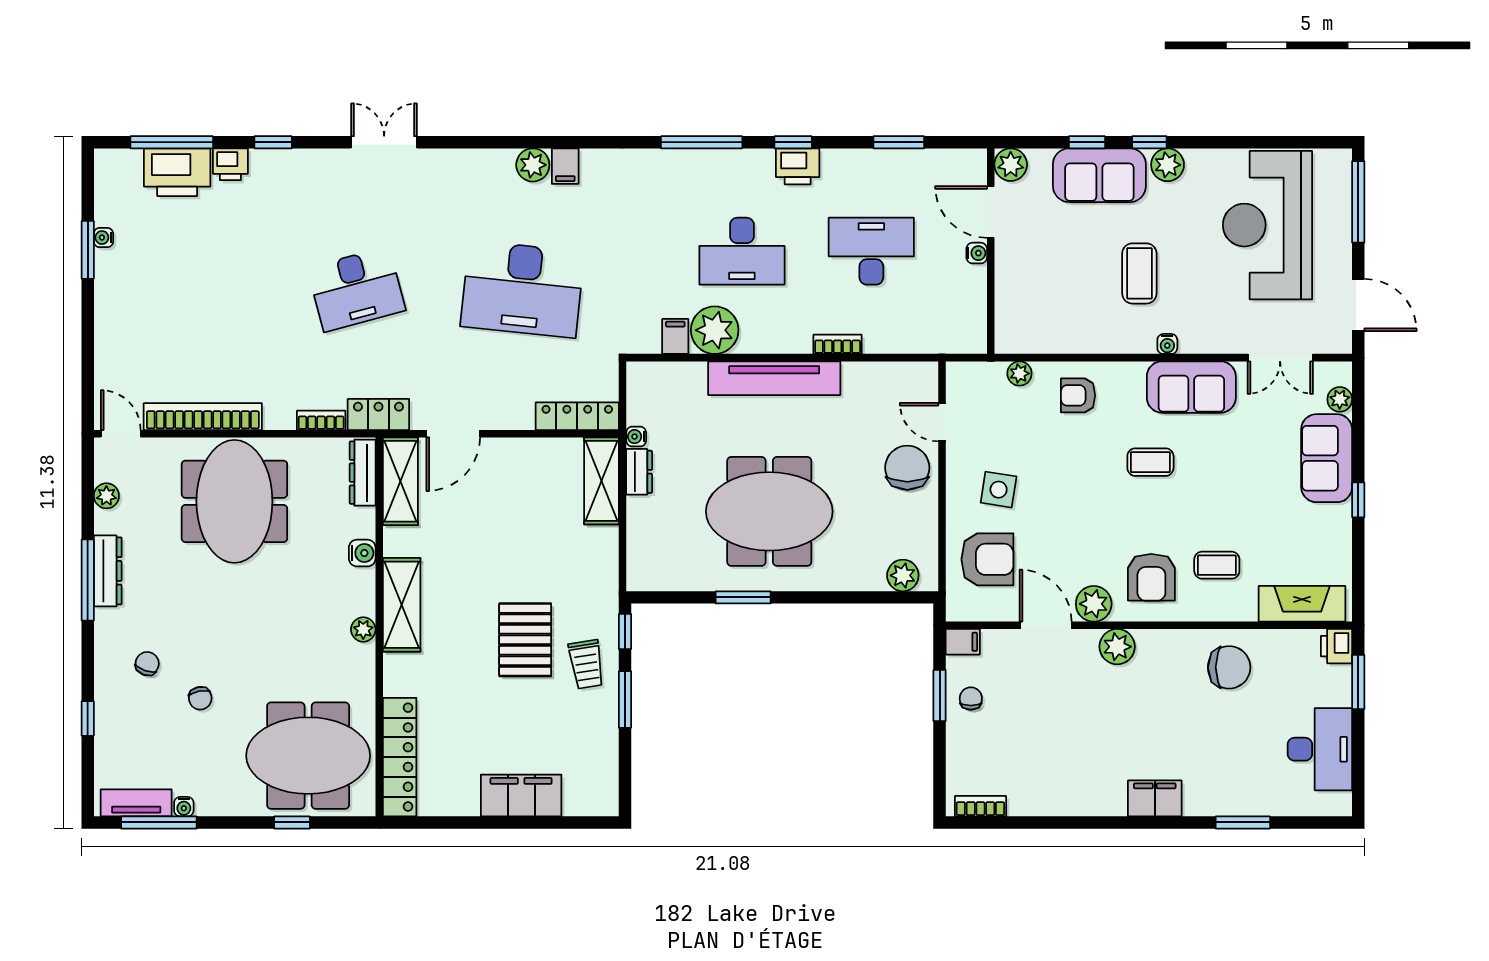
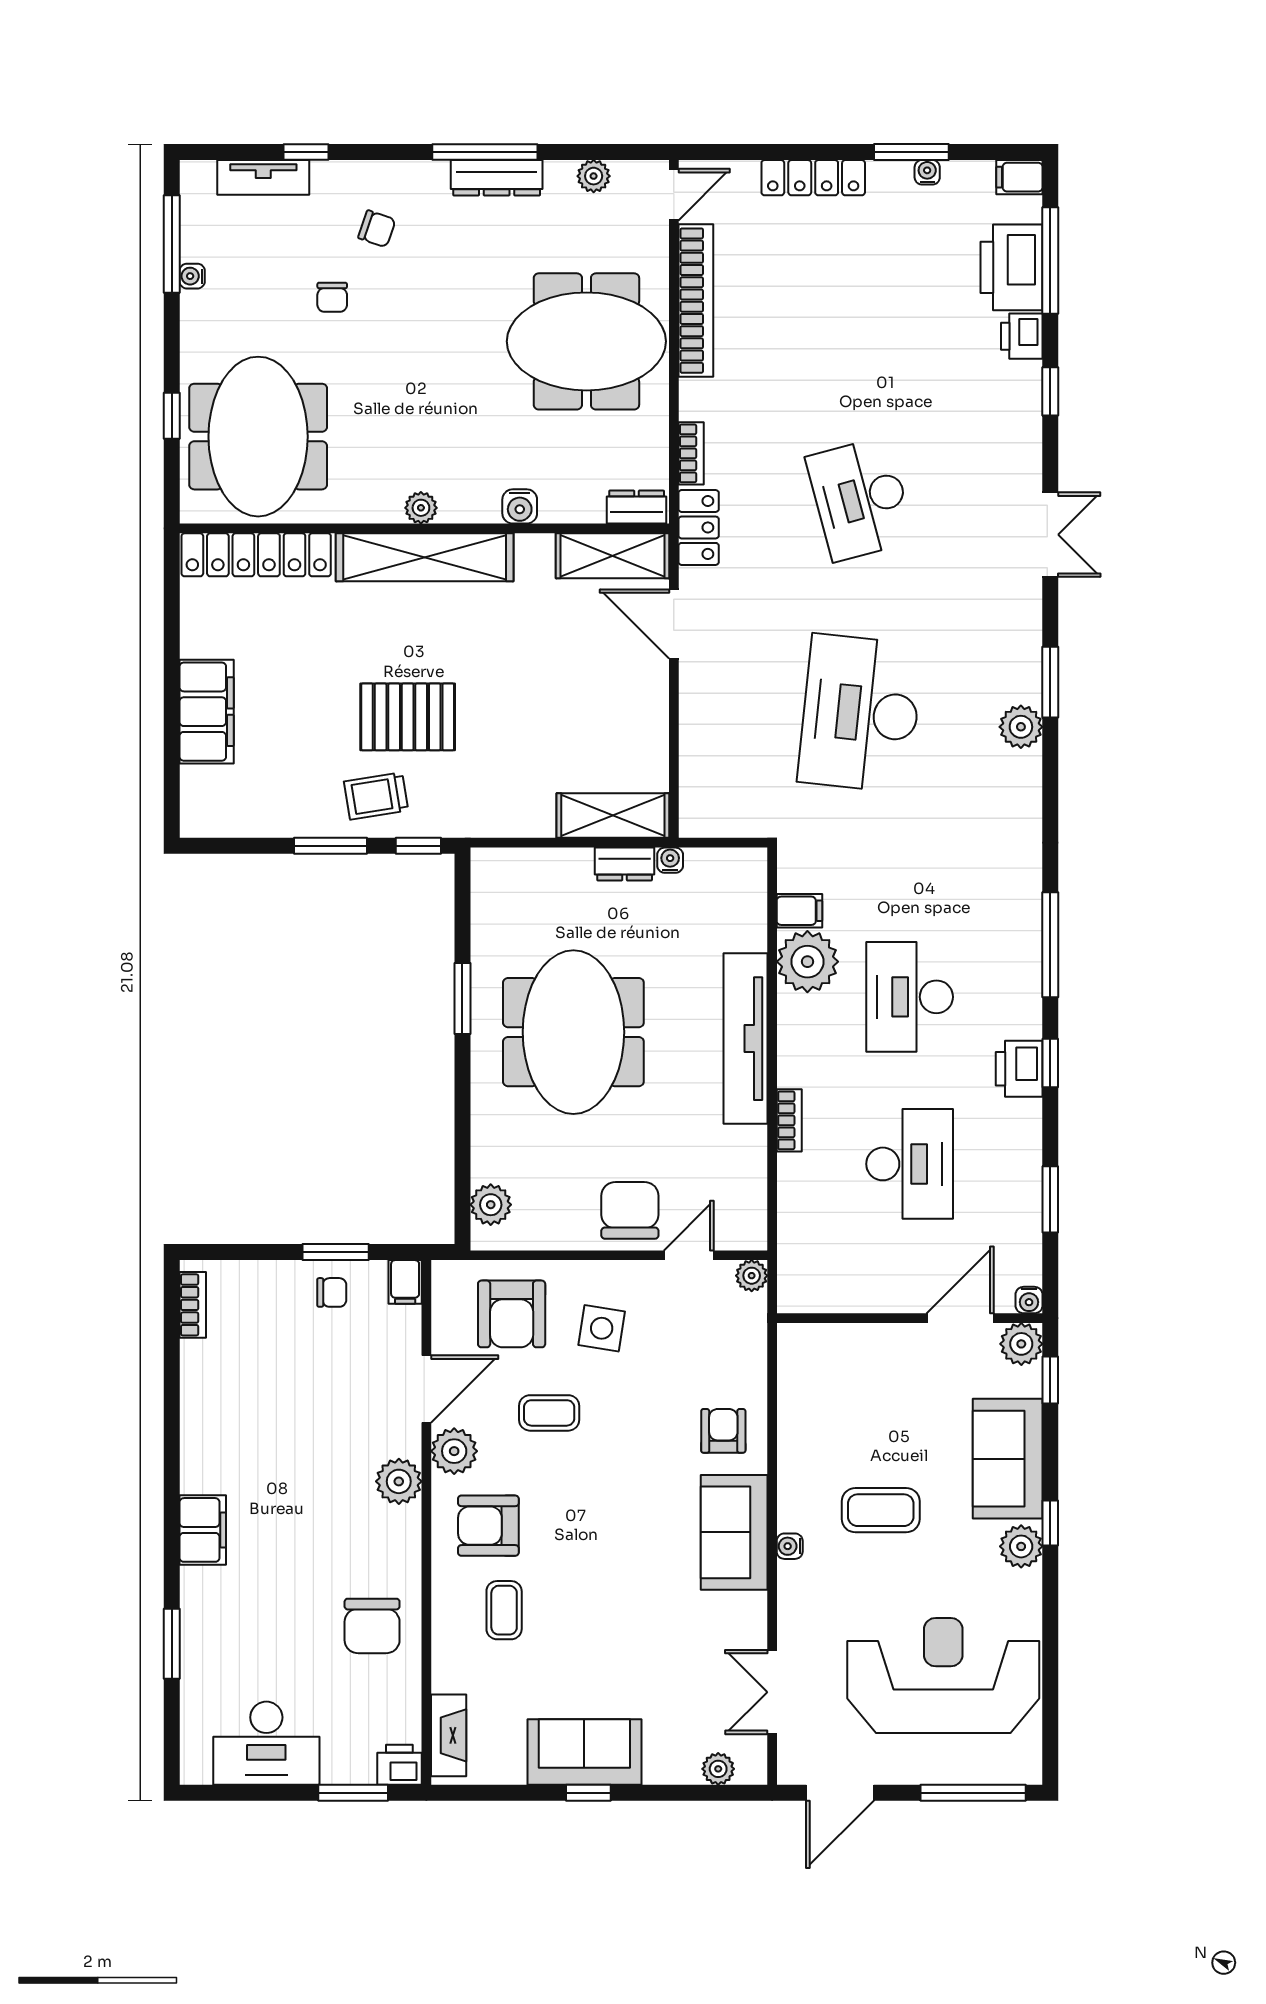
window: (498, 142) -> (1050, 682), added
window: (1087, 142) -> (1050, 1380), moved
filing cabinet: (565, 166) -> (1019, 177), moved
water cooler: (977, 253) -> (1029, 1300), moved
plant: (1019, 373) -> (752, 1276), moved
sofa: (1191, 387) -> (734, 1532), moved
locker: (577, 416) -> (813, 178), moved, turned 90
sofa: (1327, 458) -> (584, 1752), moved
coffee table: (1150, 462) -> (549, 1413), moved, turned 90
chair: (907, 468) -> (630, 1210), turned -90
dresser: (363, 473) -> (637, 507), width x0.70
fireplace: (1302, 604) -> (449, 1735), width x0.73, depth x0.76
shelving: (402, 605) -> (425, 557), width x1.47
chair: (200, 698) -> (332, 297), turned -79
tv unit: (136, 803) -> (263, 177), moved, turned 90

